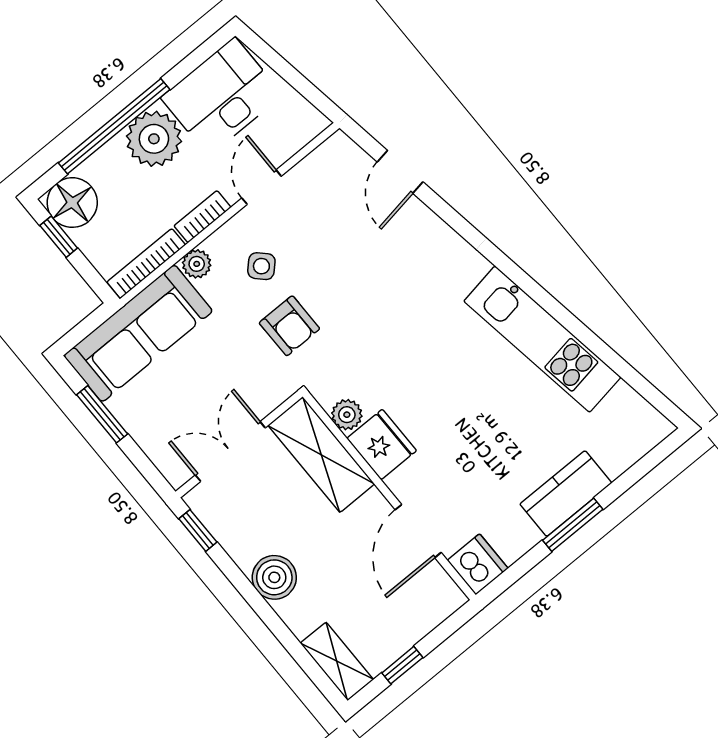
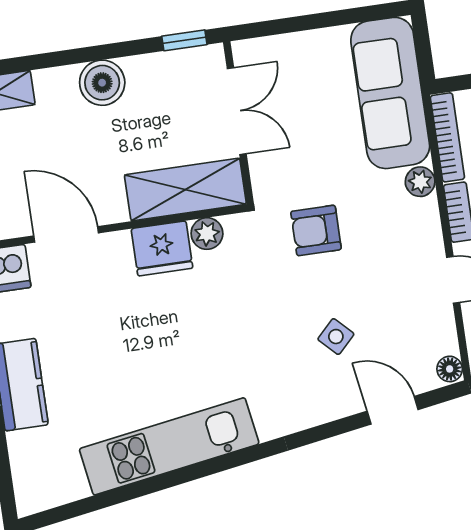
floor lamp: (337, 145) -> (450, 369), added
side table: (261, 266) -> (336, 337), moved
window: (102, 414) -> (338, 18), removed

